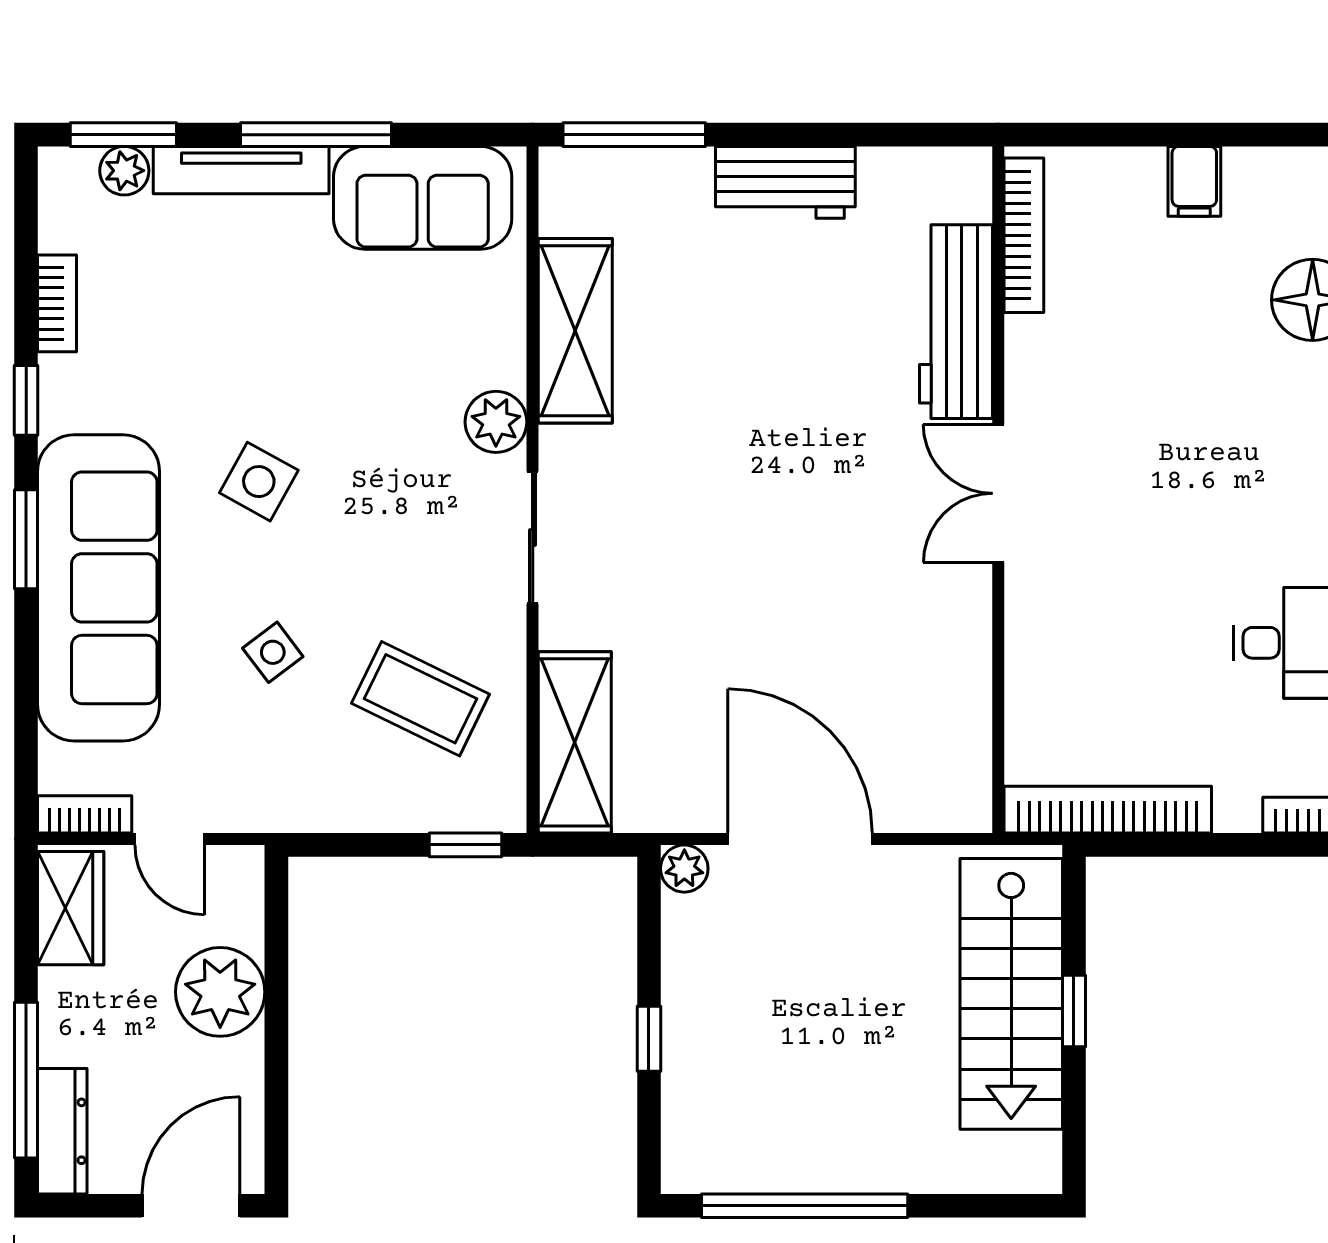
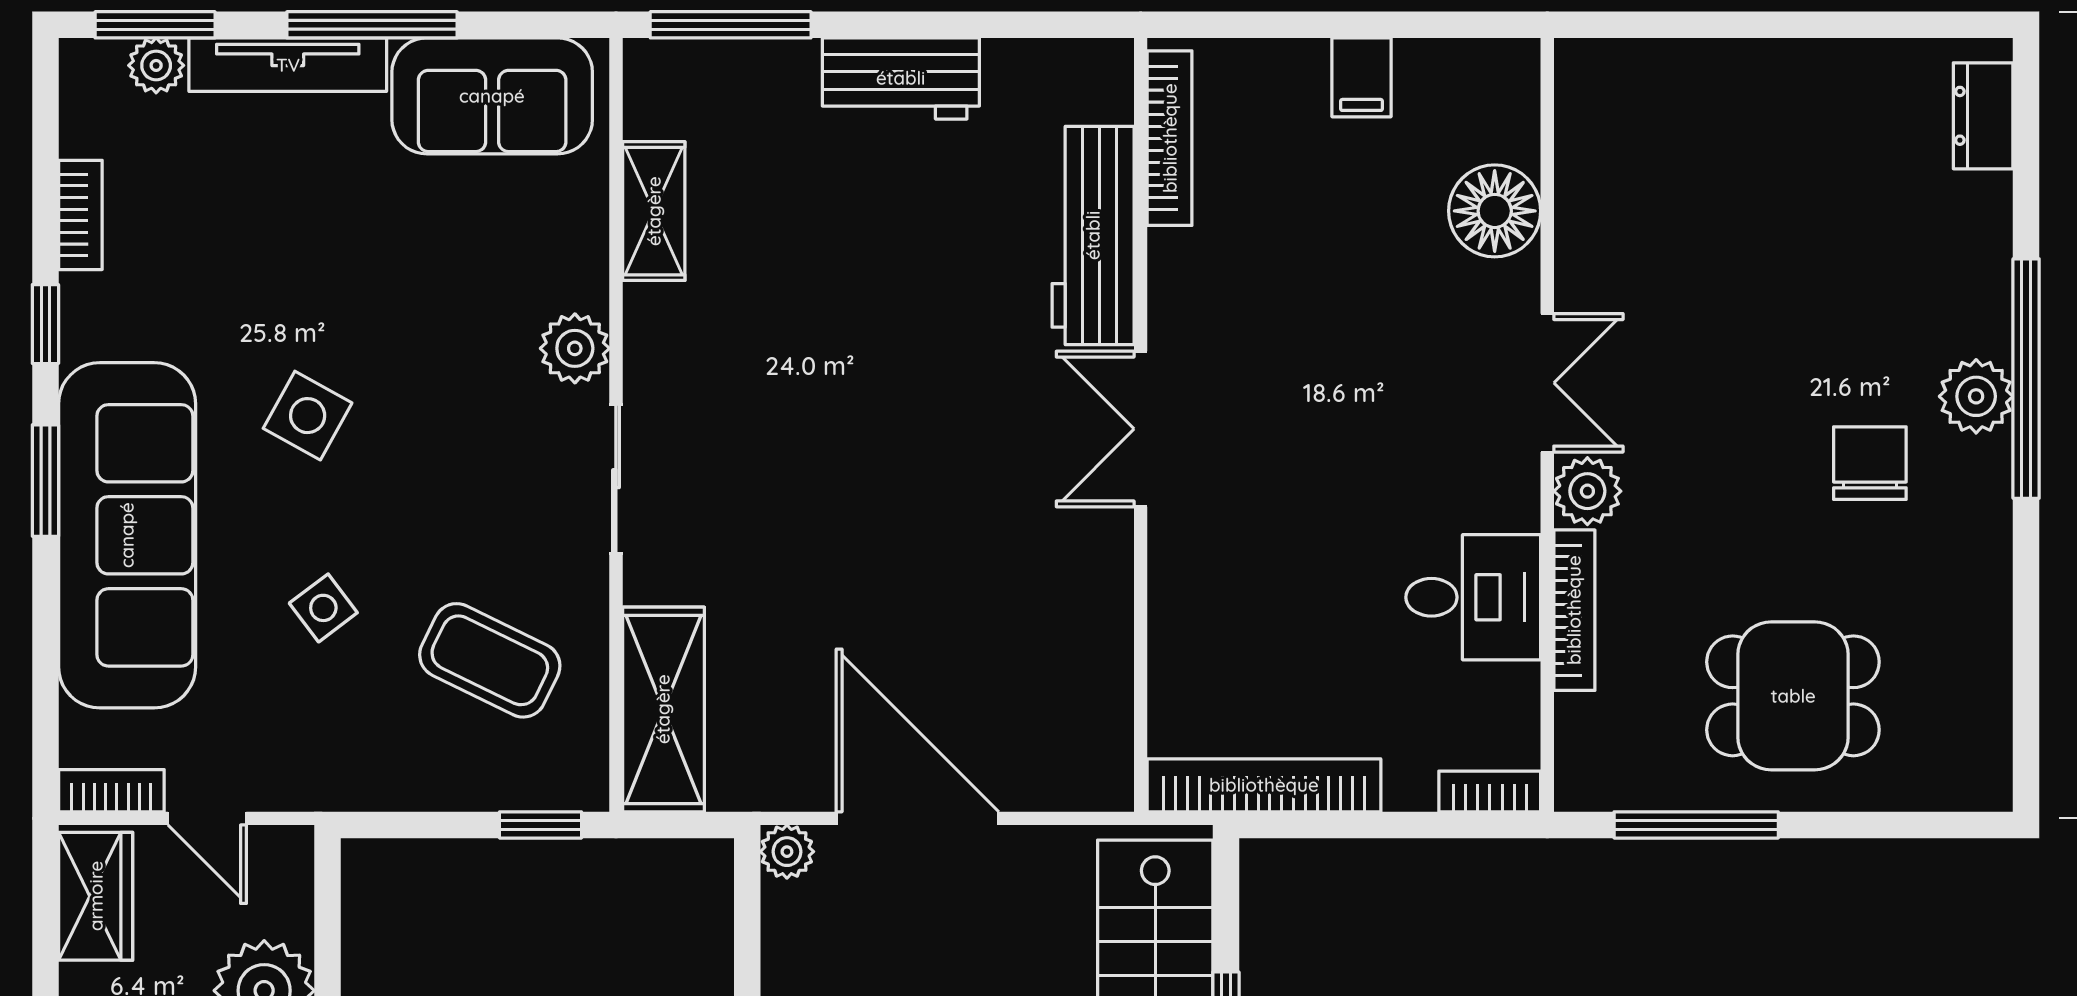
shelving: (575, 331) -> (654, 211), width x0.67, depth x0.75

